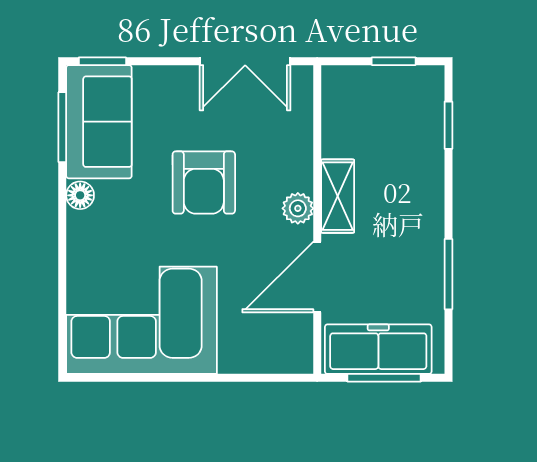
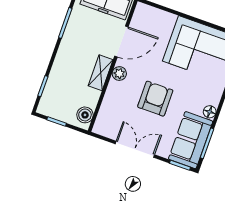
double door: (245, 61) -> (135, 149), moved
boiler: (339, 96) -> (85, 115), added

